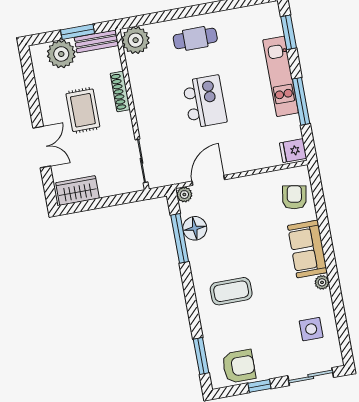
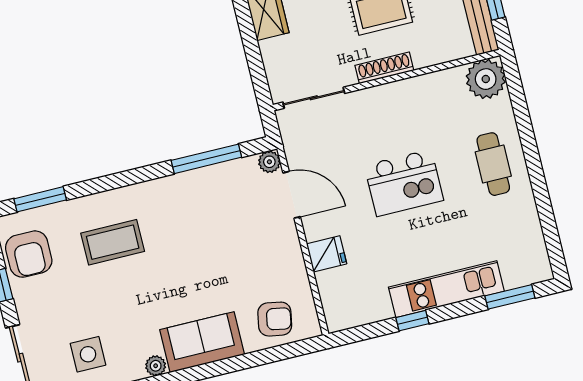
shoe rack: (120, 91) -> (384, 68), moved
window: (301, 101) -> (412, 321), width x0.46
fridge: (293, 151) -> (327, 254), moved, turned 90
floor lamp: (195, 228) -> (222, 180), removed
coffee table: (231, 291) -> (113, 242), moved, turned 90

